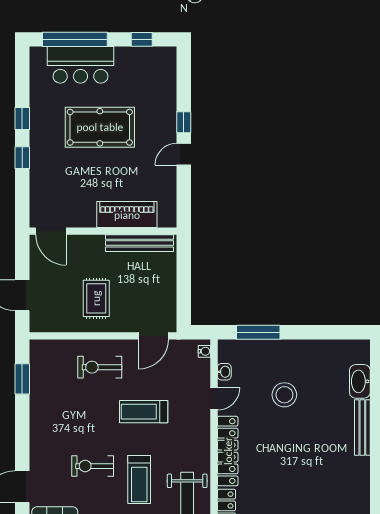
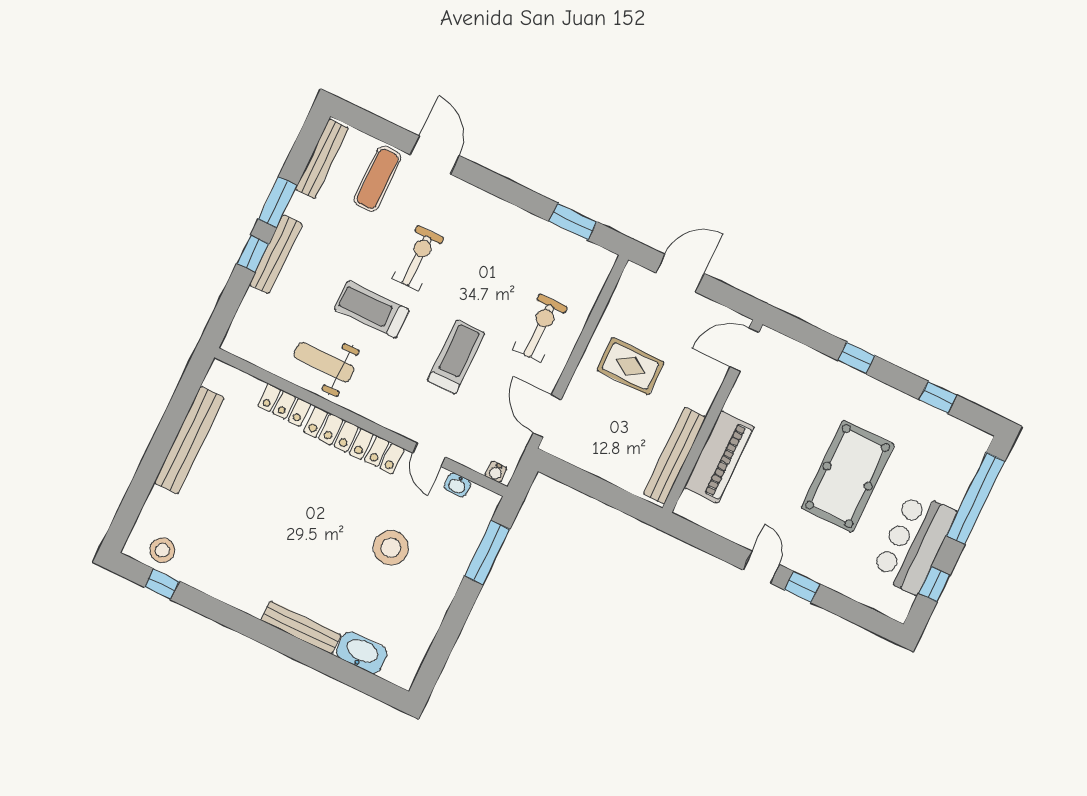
bar counter: (80, 65) -> (914, 543), moved
window: (22, 119) -> (938, 397), moved

